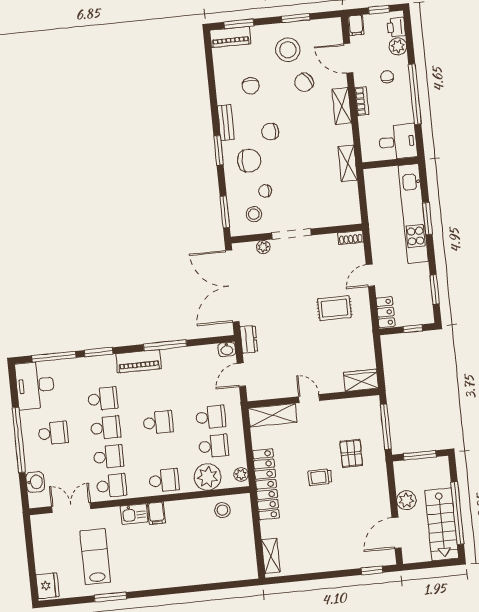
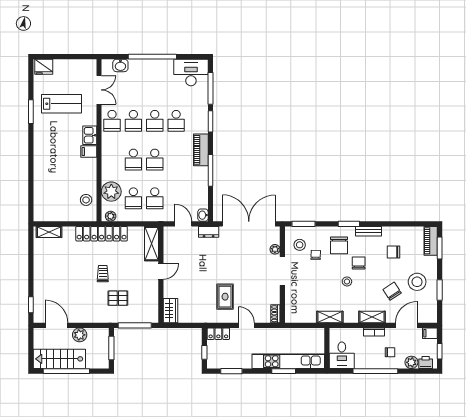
stool: (297, 145) -> (347, 281), added
school desk: (53, 433) -> (155, 82), removed
school desk: (164, 480) -> (133, 160), moved

